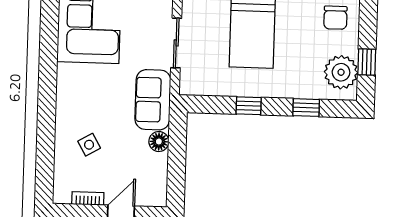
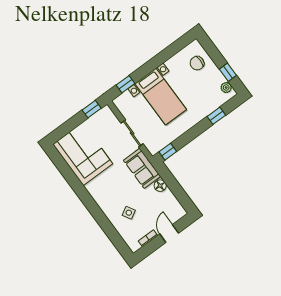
chair: (335, 18) -> (197, 63), turned 90
plant: (341, 72) -> (226, 87), width x0.53, depth x0.53
window: (249, 106) -> (168, 152), moved

